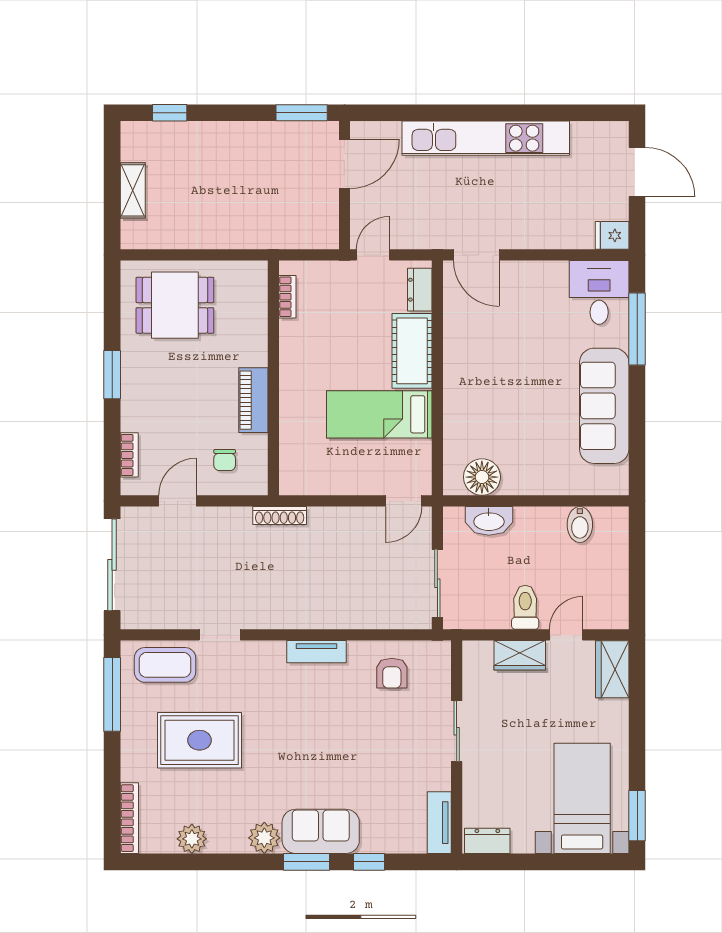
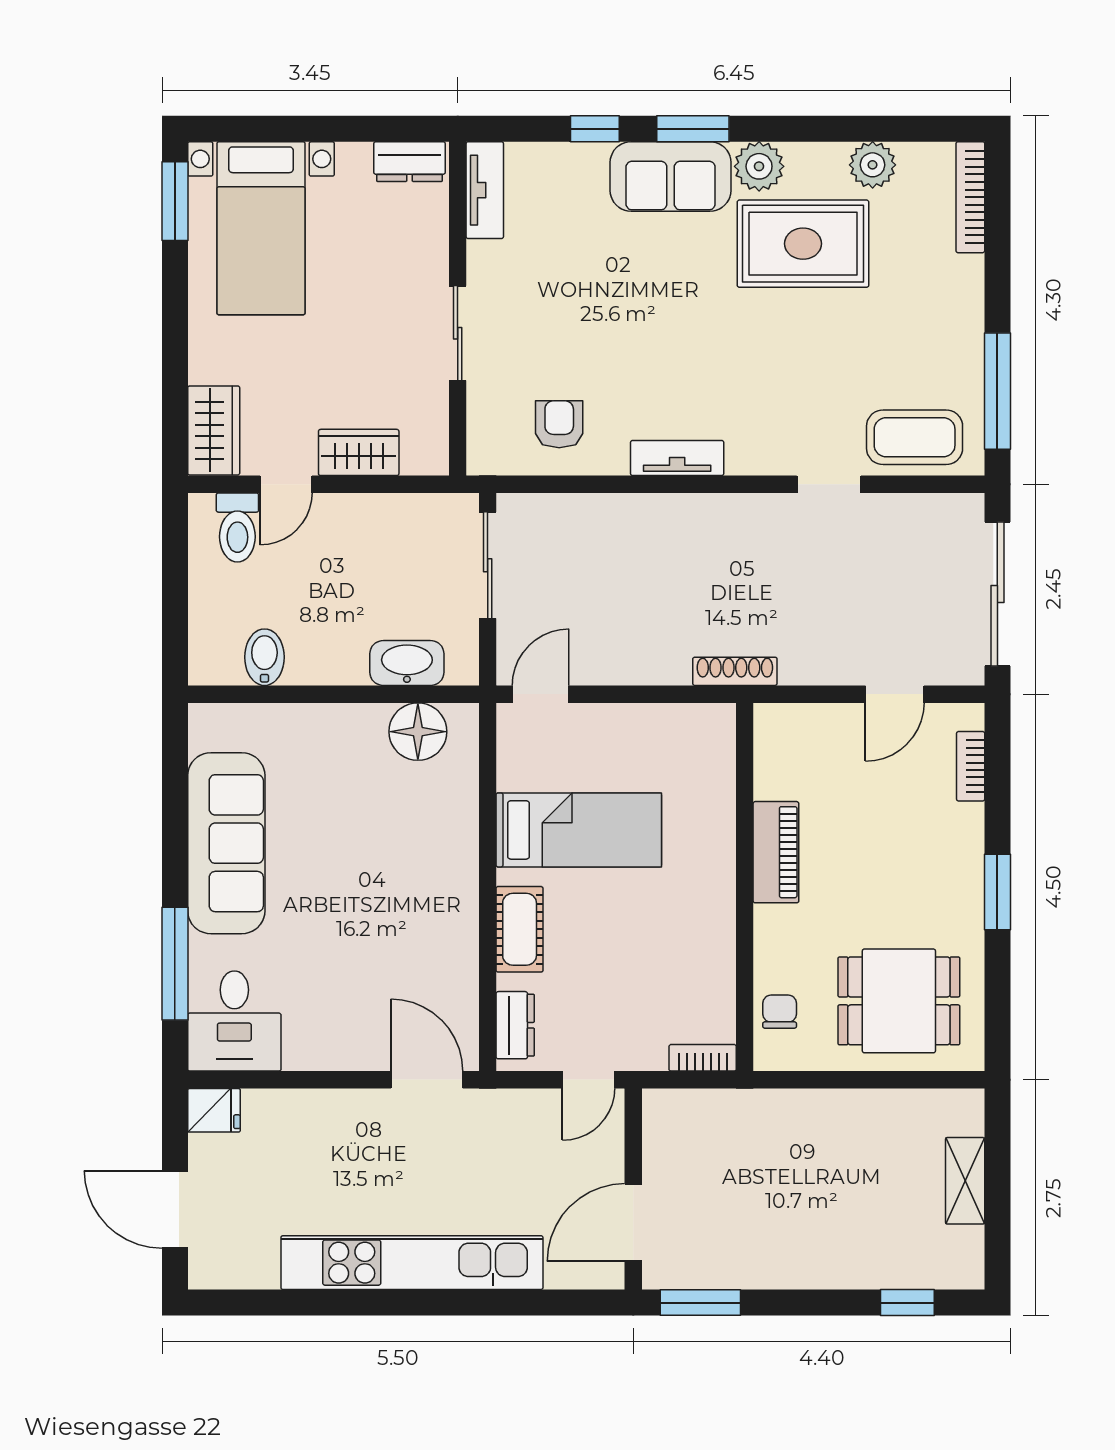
bookcase: (287, 297) -> (703, 1058), moved, turned 90
cot: (412, 351) -> (520, 929), width x0.73, depth x0.75
chair: (225, 460) -> (780, 1012), moved
toilet: (525, 607) -> (237, 528), moved
rug: (199, 740) -> (803, 244), moved

